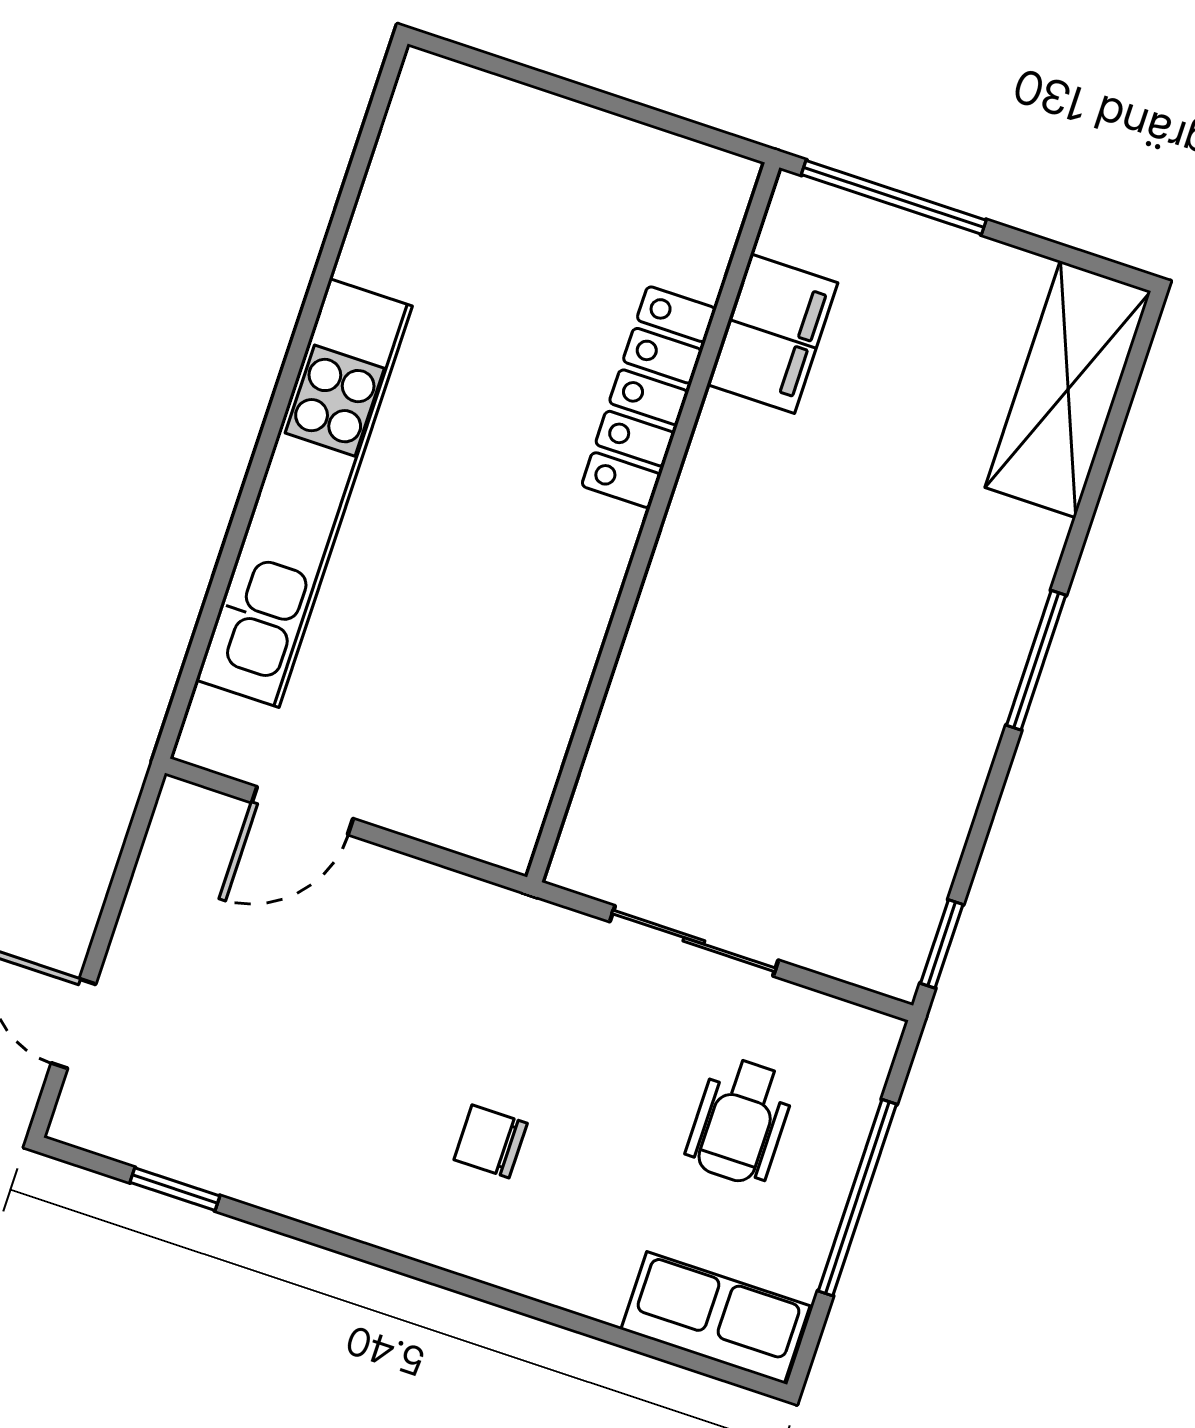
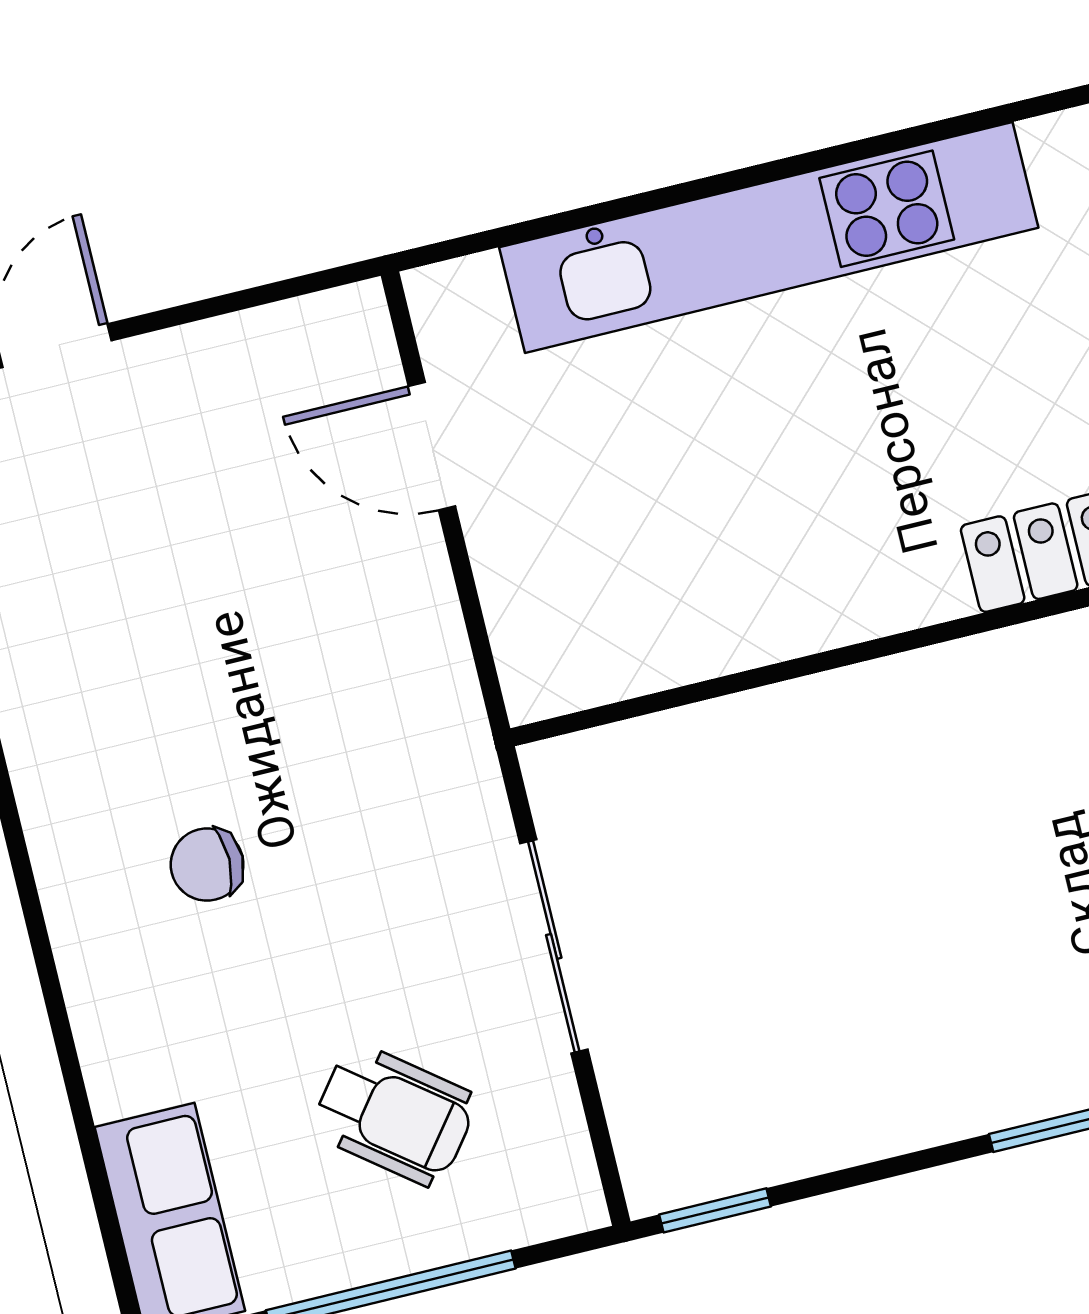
wheelchair: (740, 1121) -> (394, 1115), turned -142
chair: (491, 1141) -> (207, 865), turned -90

